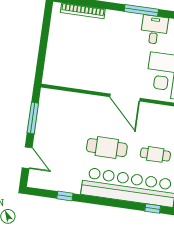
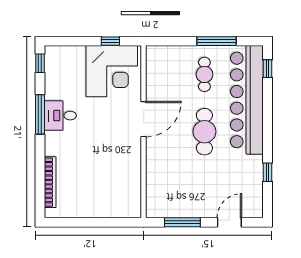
desk: (154, 30) -> (60, 116), moved

